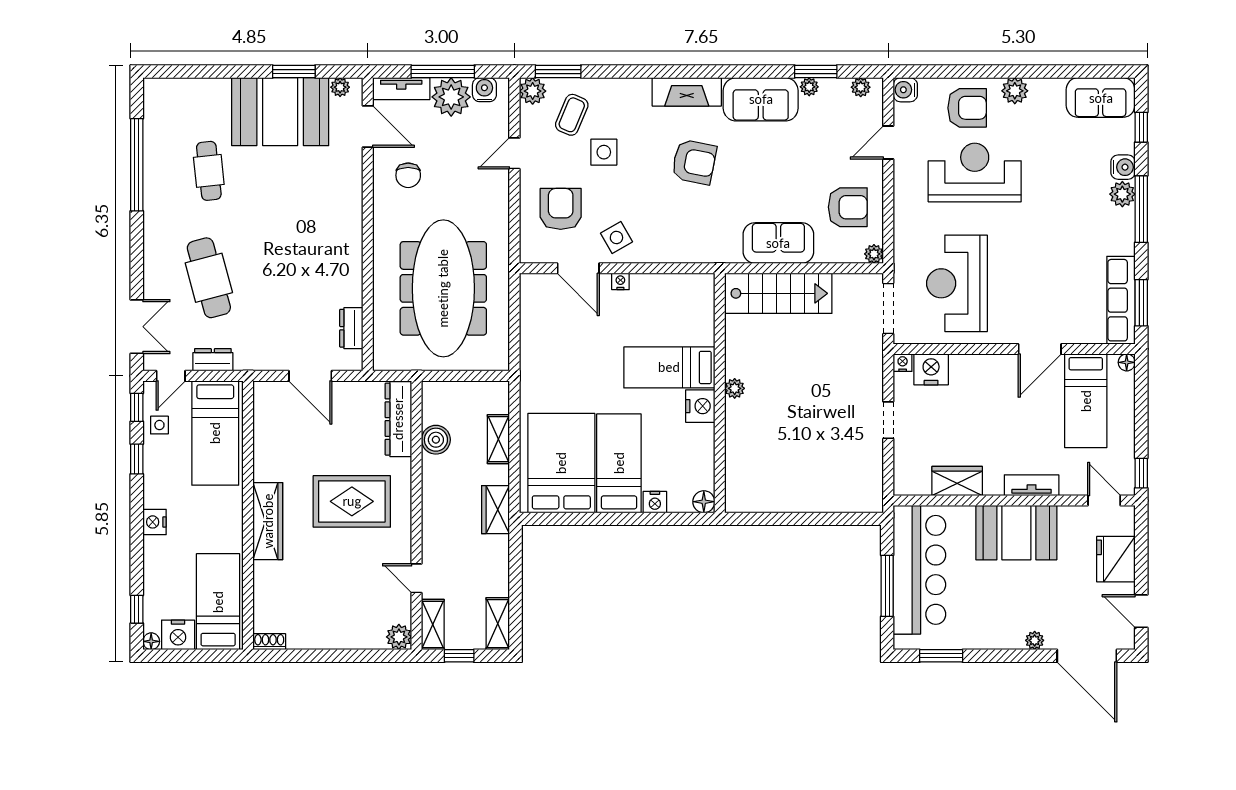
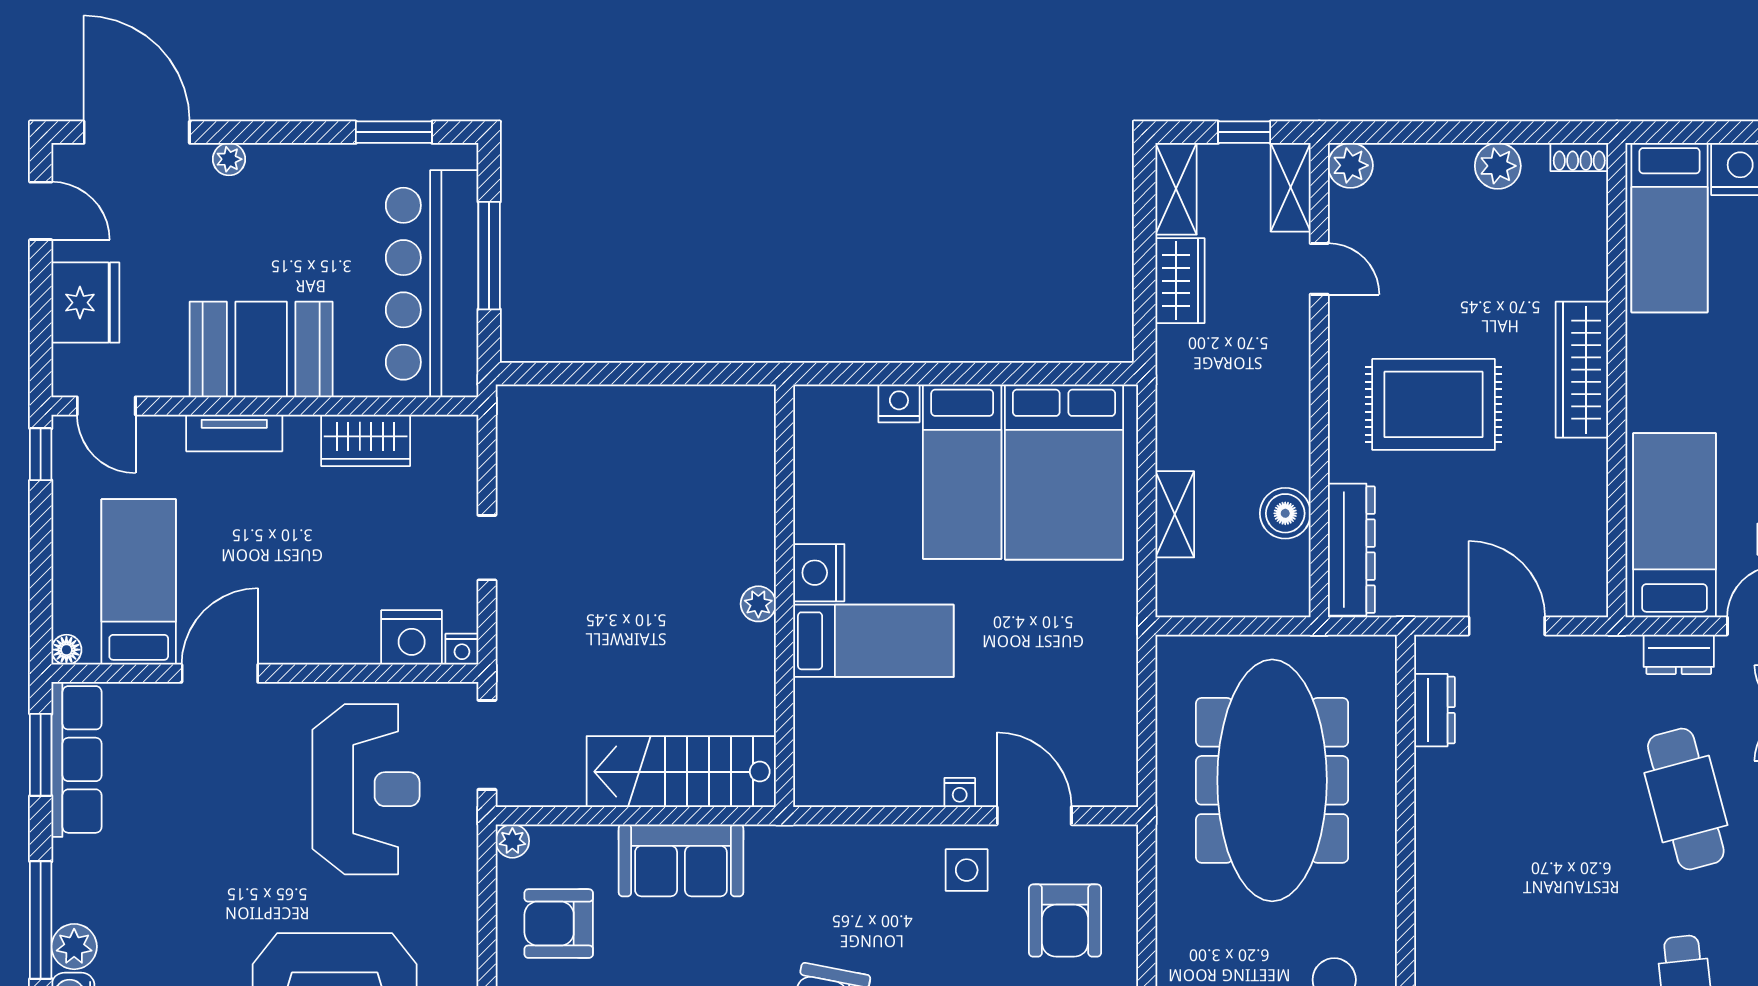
side table: (616, 237) -> (967, 870), turned 30
floor lamp: (704, 502) -> (813, 404), removed
wardrobe: (496, 510) -> (1180, 281), moved
plant: (315, 637) -> (1498, 166), added

